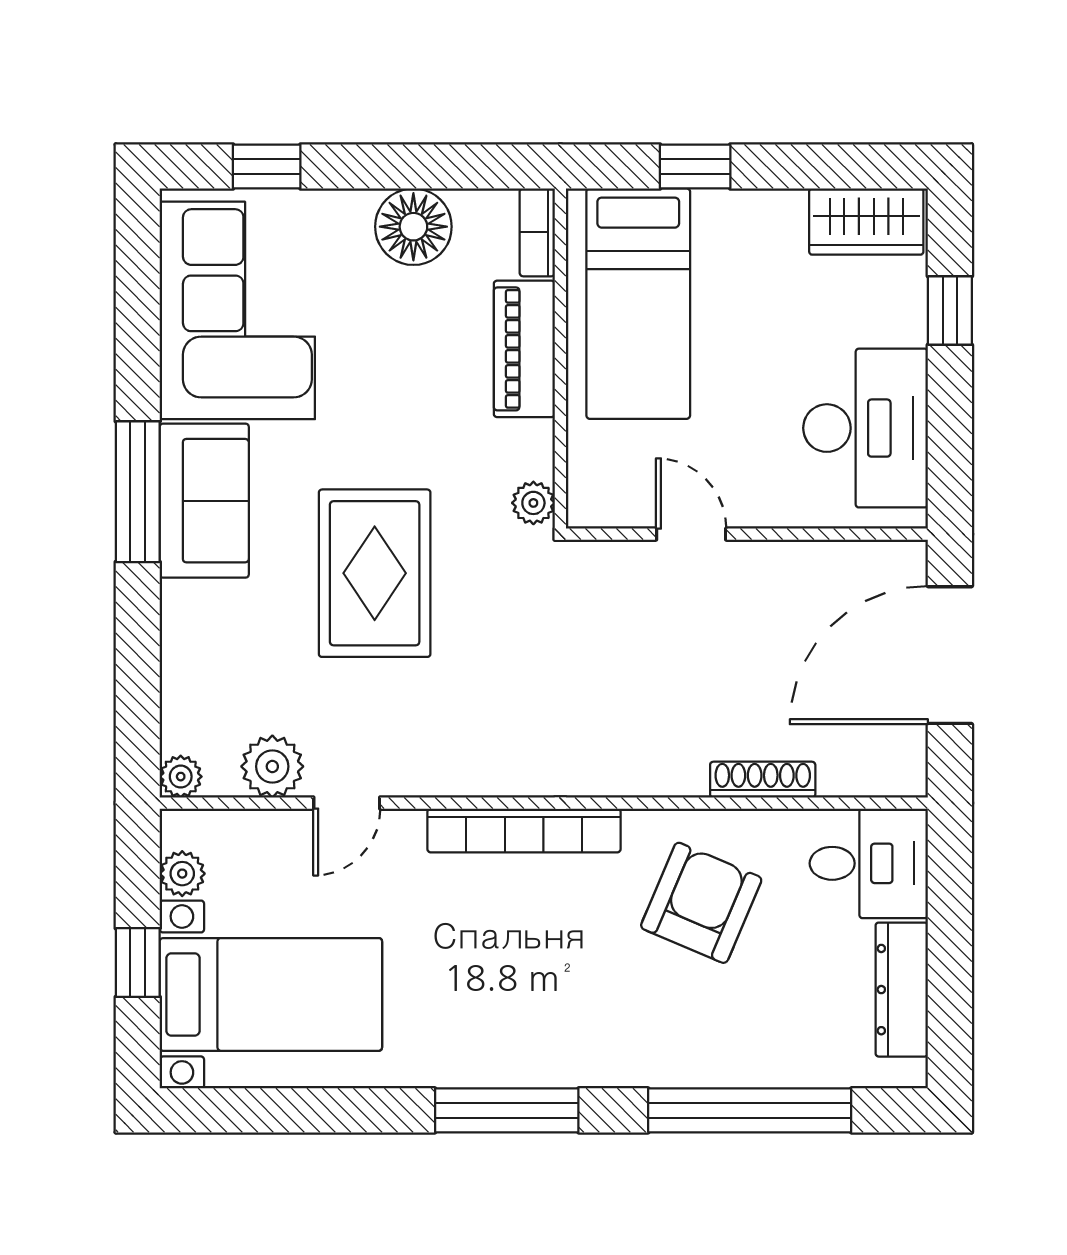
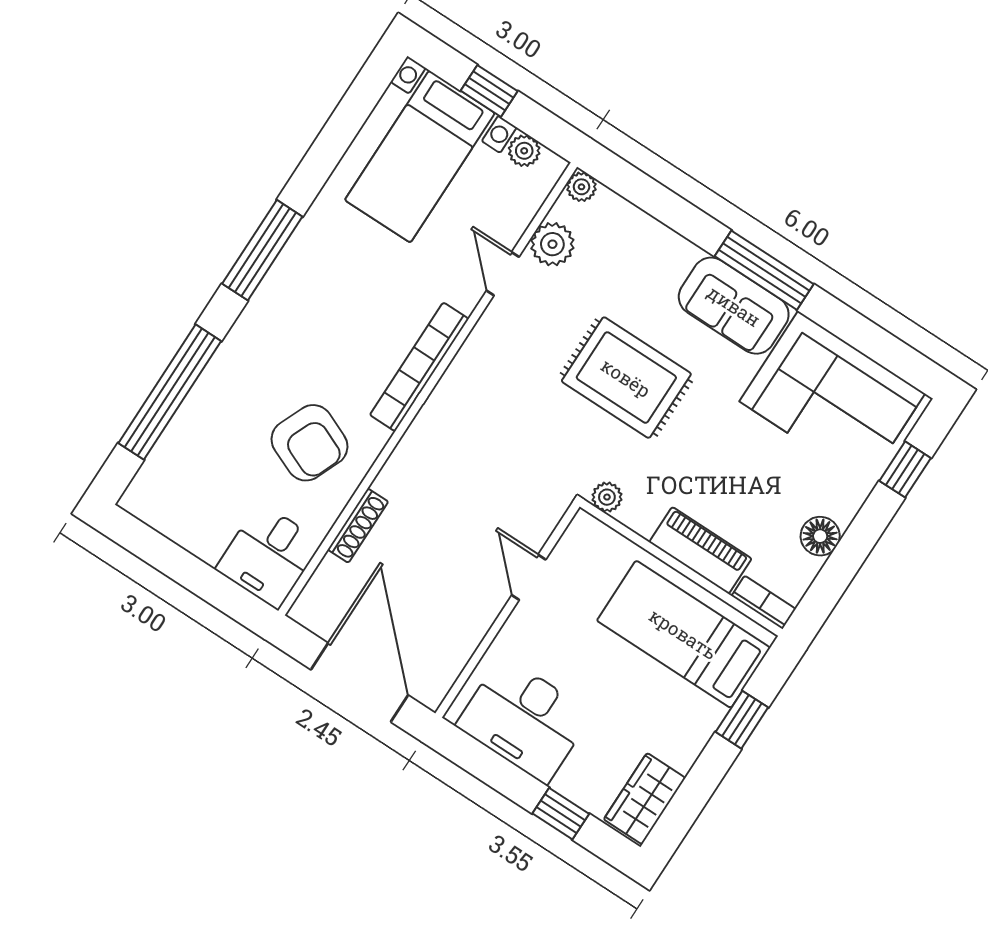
floor lamp: (413, 227) -> (820, 536), width x0.73, depth x0.73
door: (691, 534) -> (529, 577), swing flipped
dresser: (902, 990) -> (182, 527), removed

